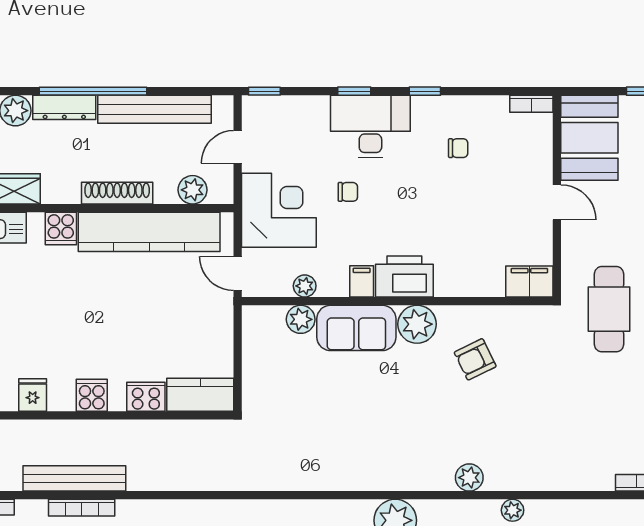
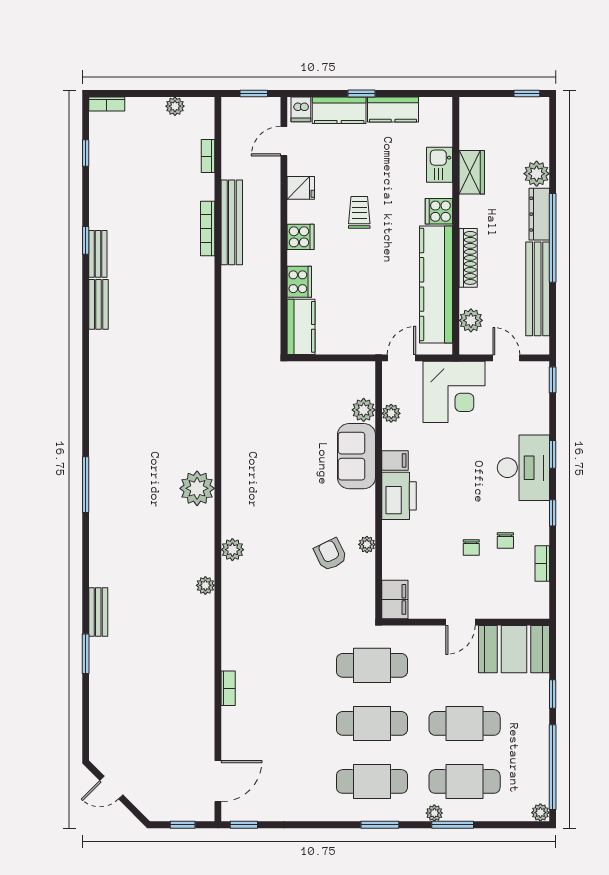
bookcase: (531, 104) -> (542, 563), moved
chair: (348, 192) -> (471, 548), moved
plant: (417, 324) -> (367, 544), moved, width x0.53, depth x0.53
trolley: (62, 325) -> (359, 212), added

